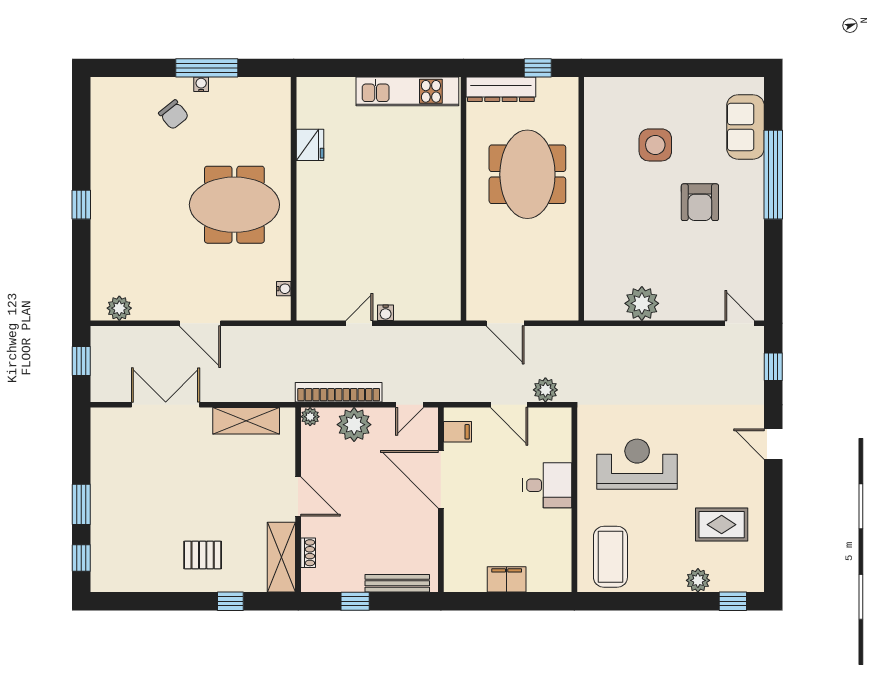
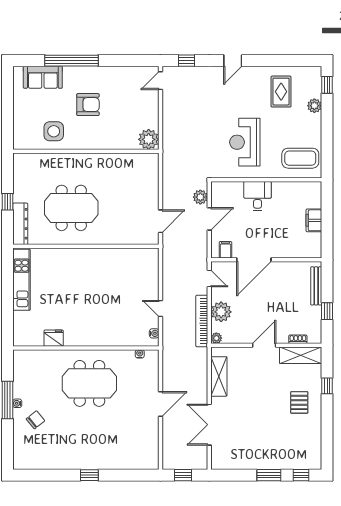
wall: (581, 199) -> (86, 151), moved
meeting table: (234, 205) -> (89, 383), turned 90
plant: (119, 308) -> (151, 452), removed
water cooler: (386, 313) -> (154, 333), moved

